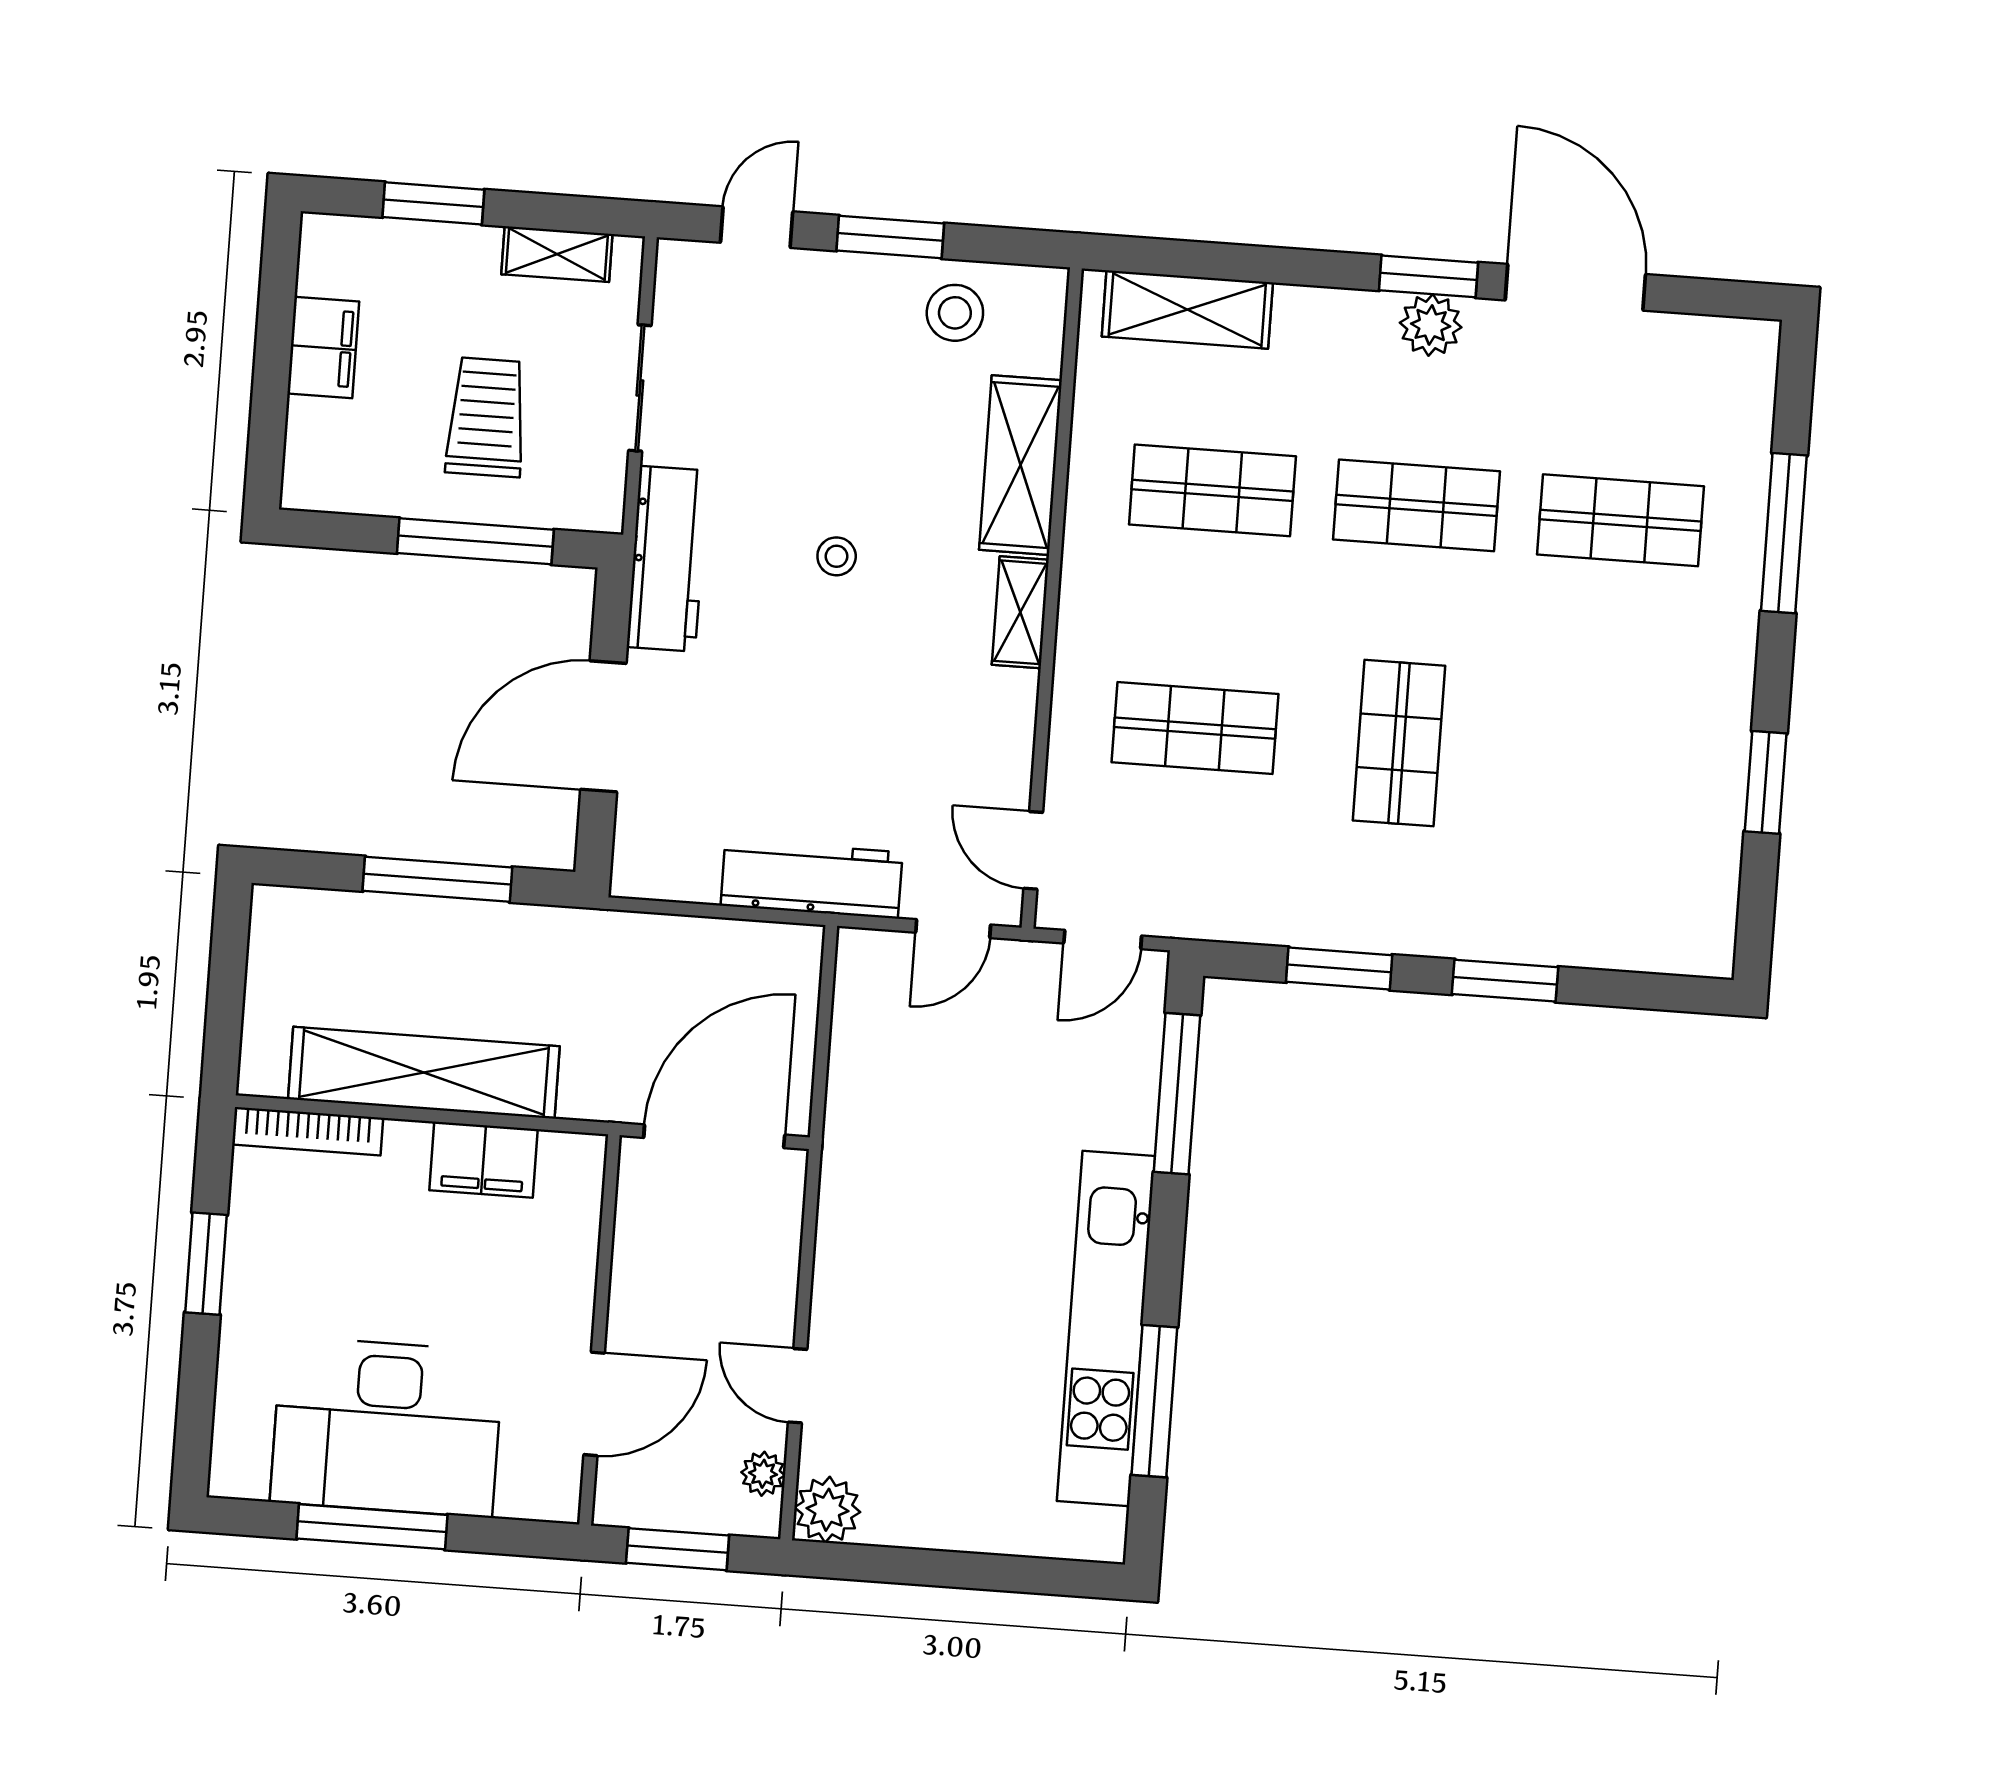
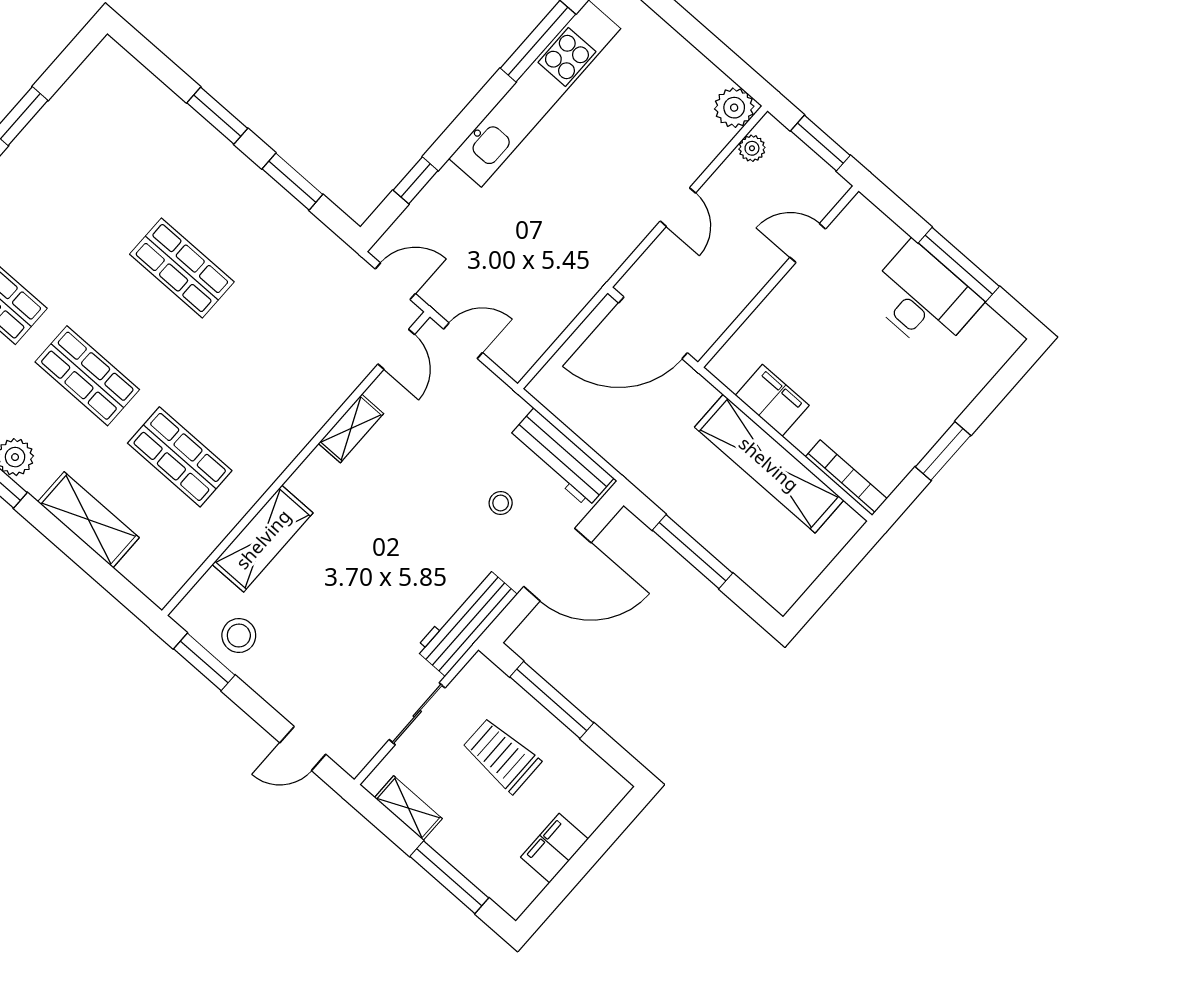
window: (433, 203) -> (449, 877), width x1.44
window: (890, 237) -> (204, 662), moved
shelving: (1187, 309) -> (88, 520), moved
trolley: (486, 417) -> (501, 755), turned 90
stool: (837, 556) -> (501, 503), moved
shelving: (1020, 612) -> (351, 428), moved
shop shelf: (1195, 728) -> (274, 349), removed
shop shelf: (1399, 743) -> (182, 268), turned 90
workbench: (812, 879) -> (561, 458), moved
window: (1177, 1094) -> (416, 180), width x0.46
door: (798, 1386) -> (678, 207), moved
door: (594, 1404) -> (808, 243), width x0.73
desk: (387, 1427) -> (923, 299), width x0.73, depth x0.77

